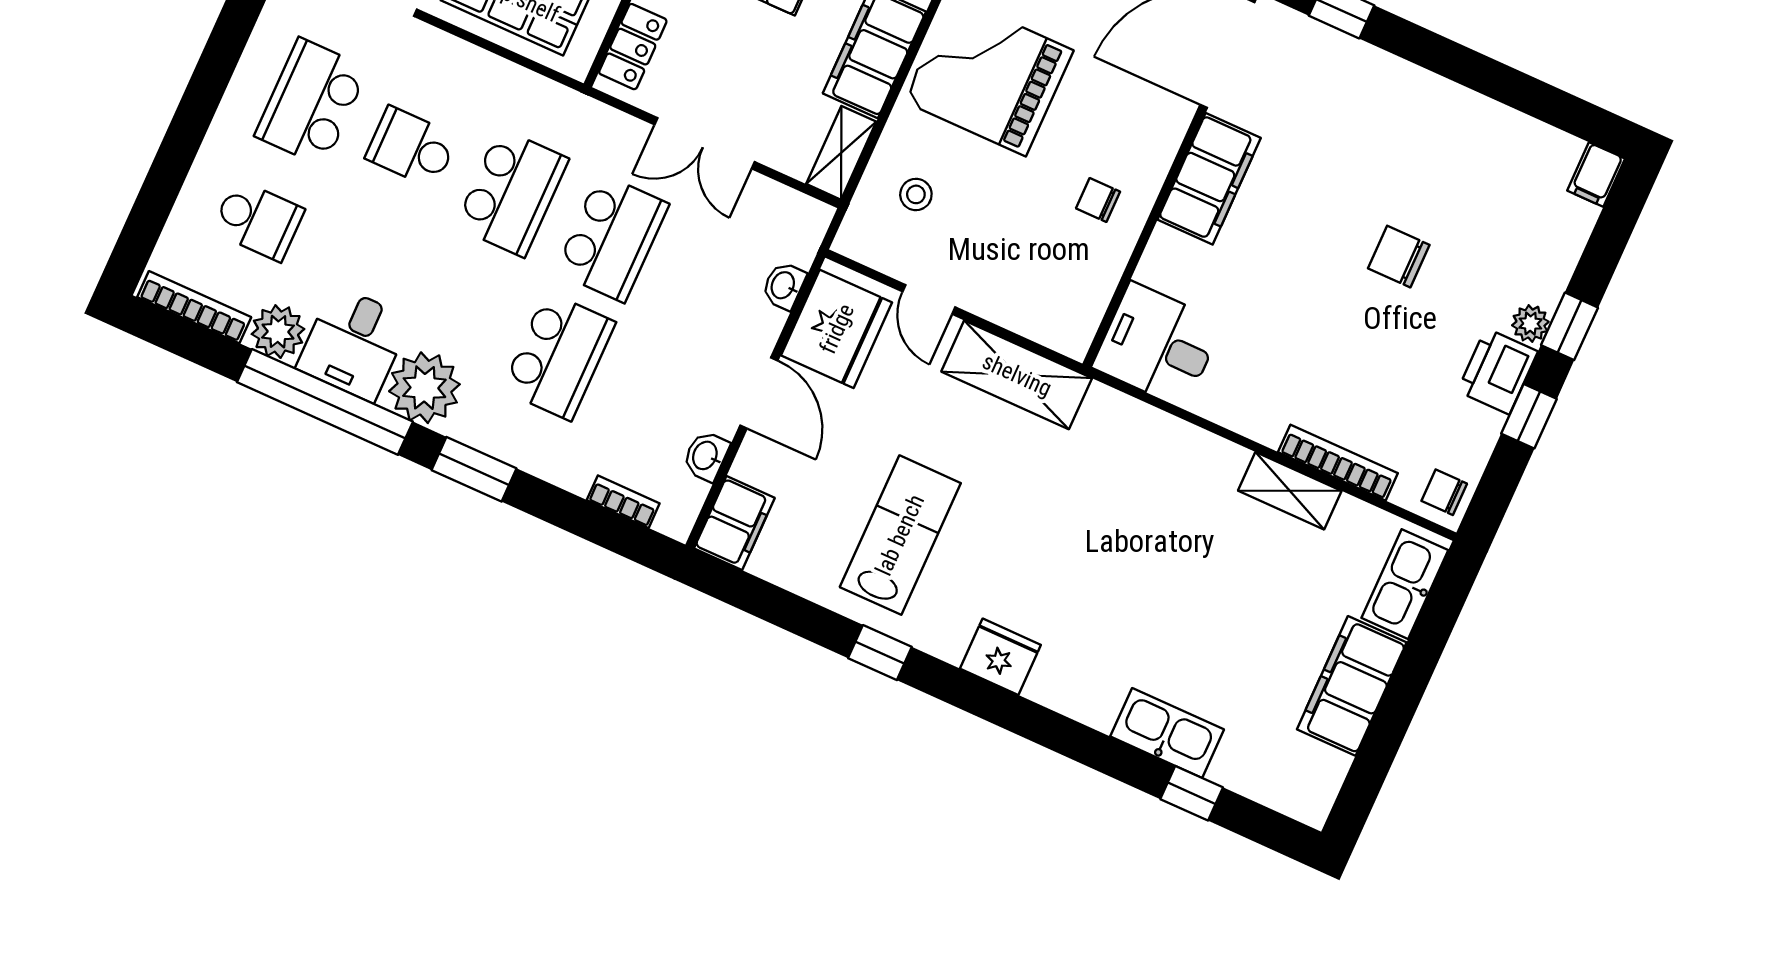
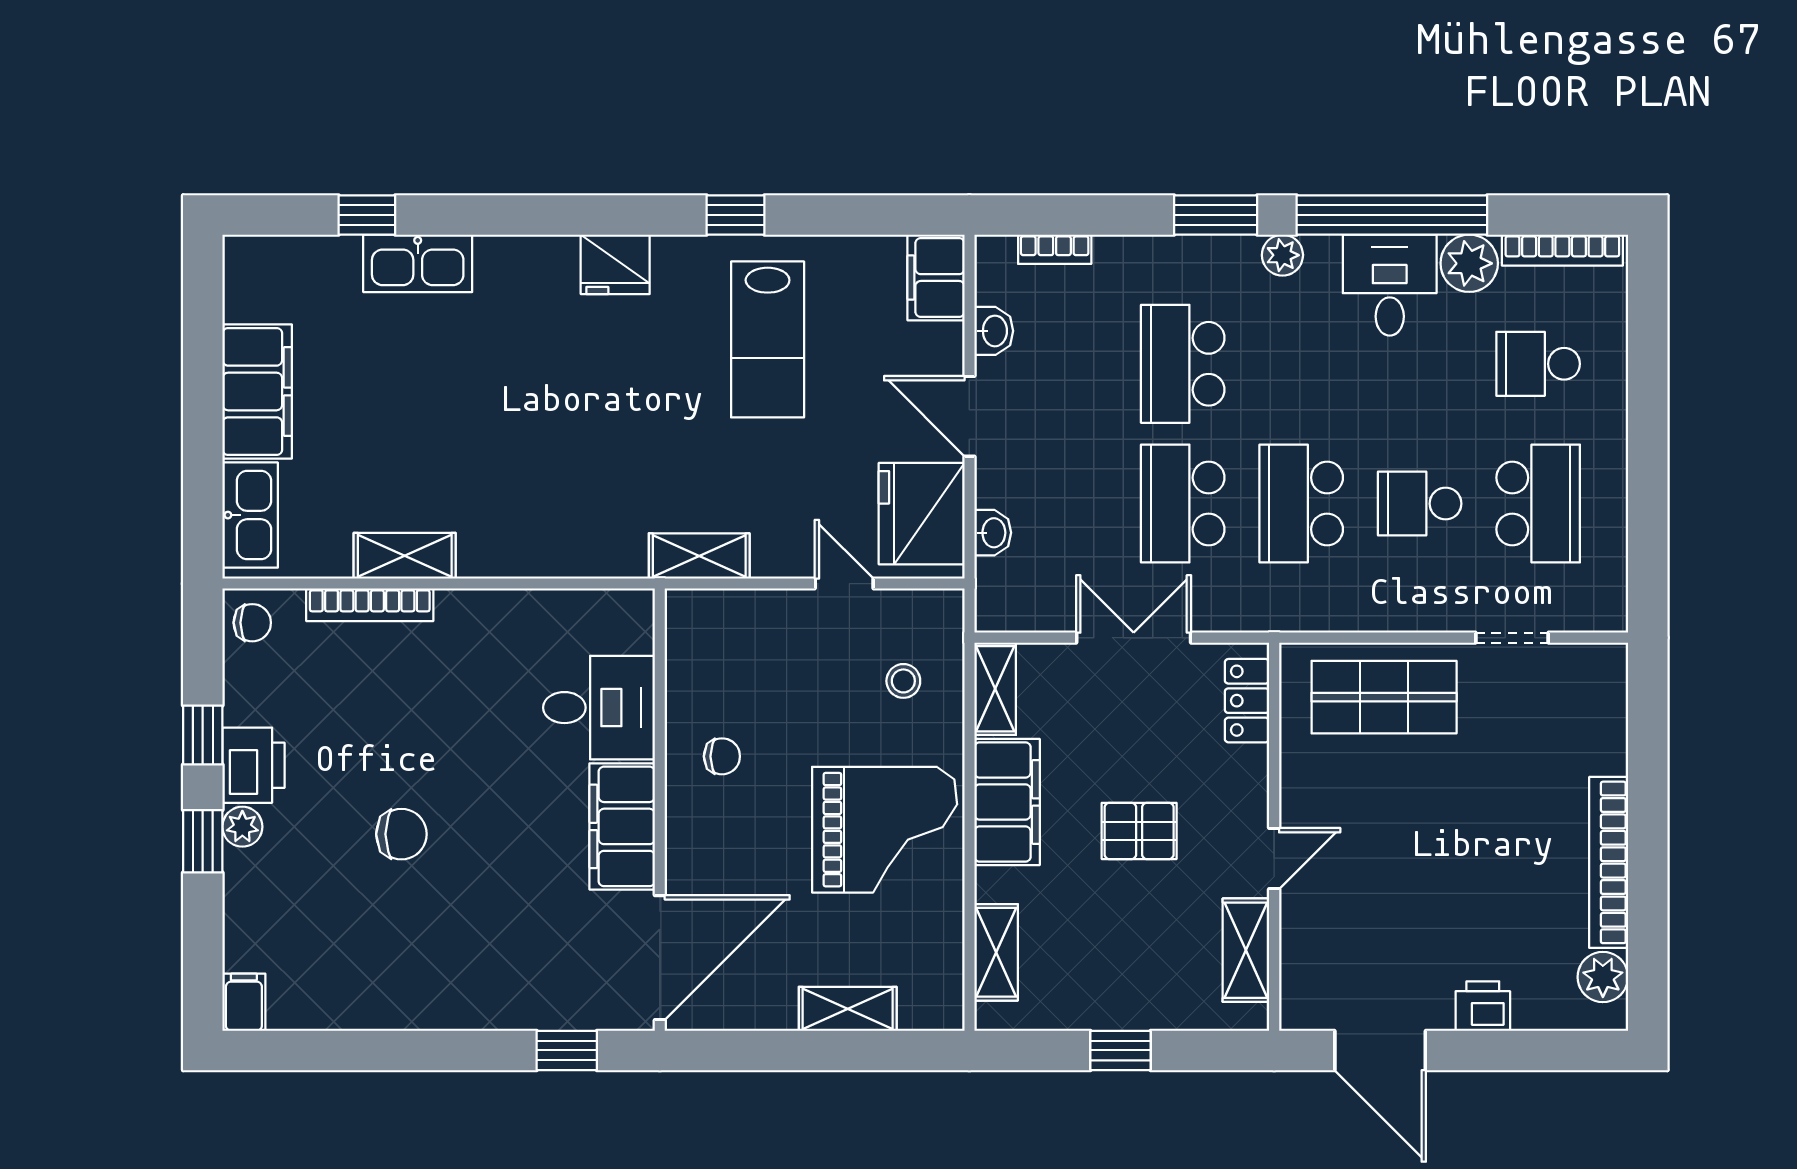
school desk: (412, 147) -> (1420, 504), turned 180
desk: (1158, 345) -> (599, 708), moved
shelving: (1017, 375) -> (699, 556), width x0.67, depth x0.75
plant: (424, 388) -> (1282, 255), width x0.53, depth x0.53

